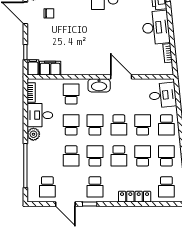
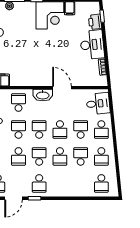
school desk: (166, 156) -> (101, 156), turned 180
locker: (135, 197) -> (74, 192), removed
door: (65, 204) -> (13, 198), hinge flipped

